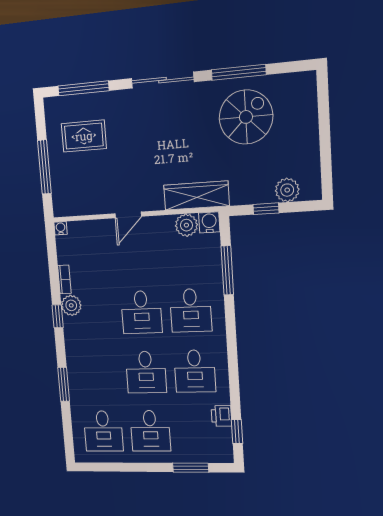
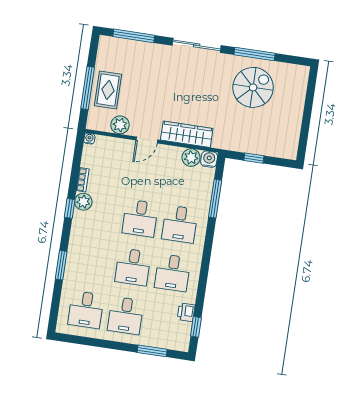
rug: (84, 136) -> (108, 90), moved, turned 90
plant: (287, 190) -> (120, 125), moved
wardrobe: (196, 196) -> (187, 134), moved

